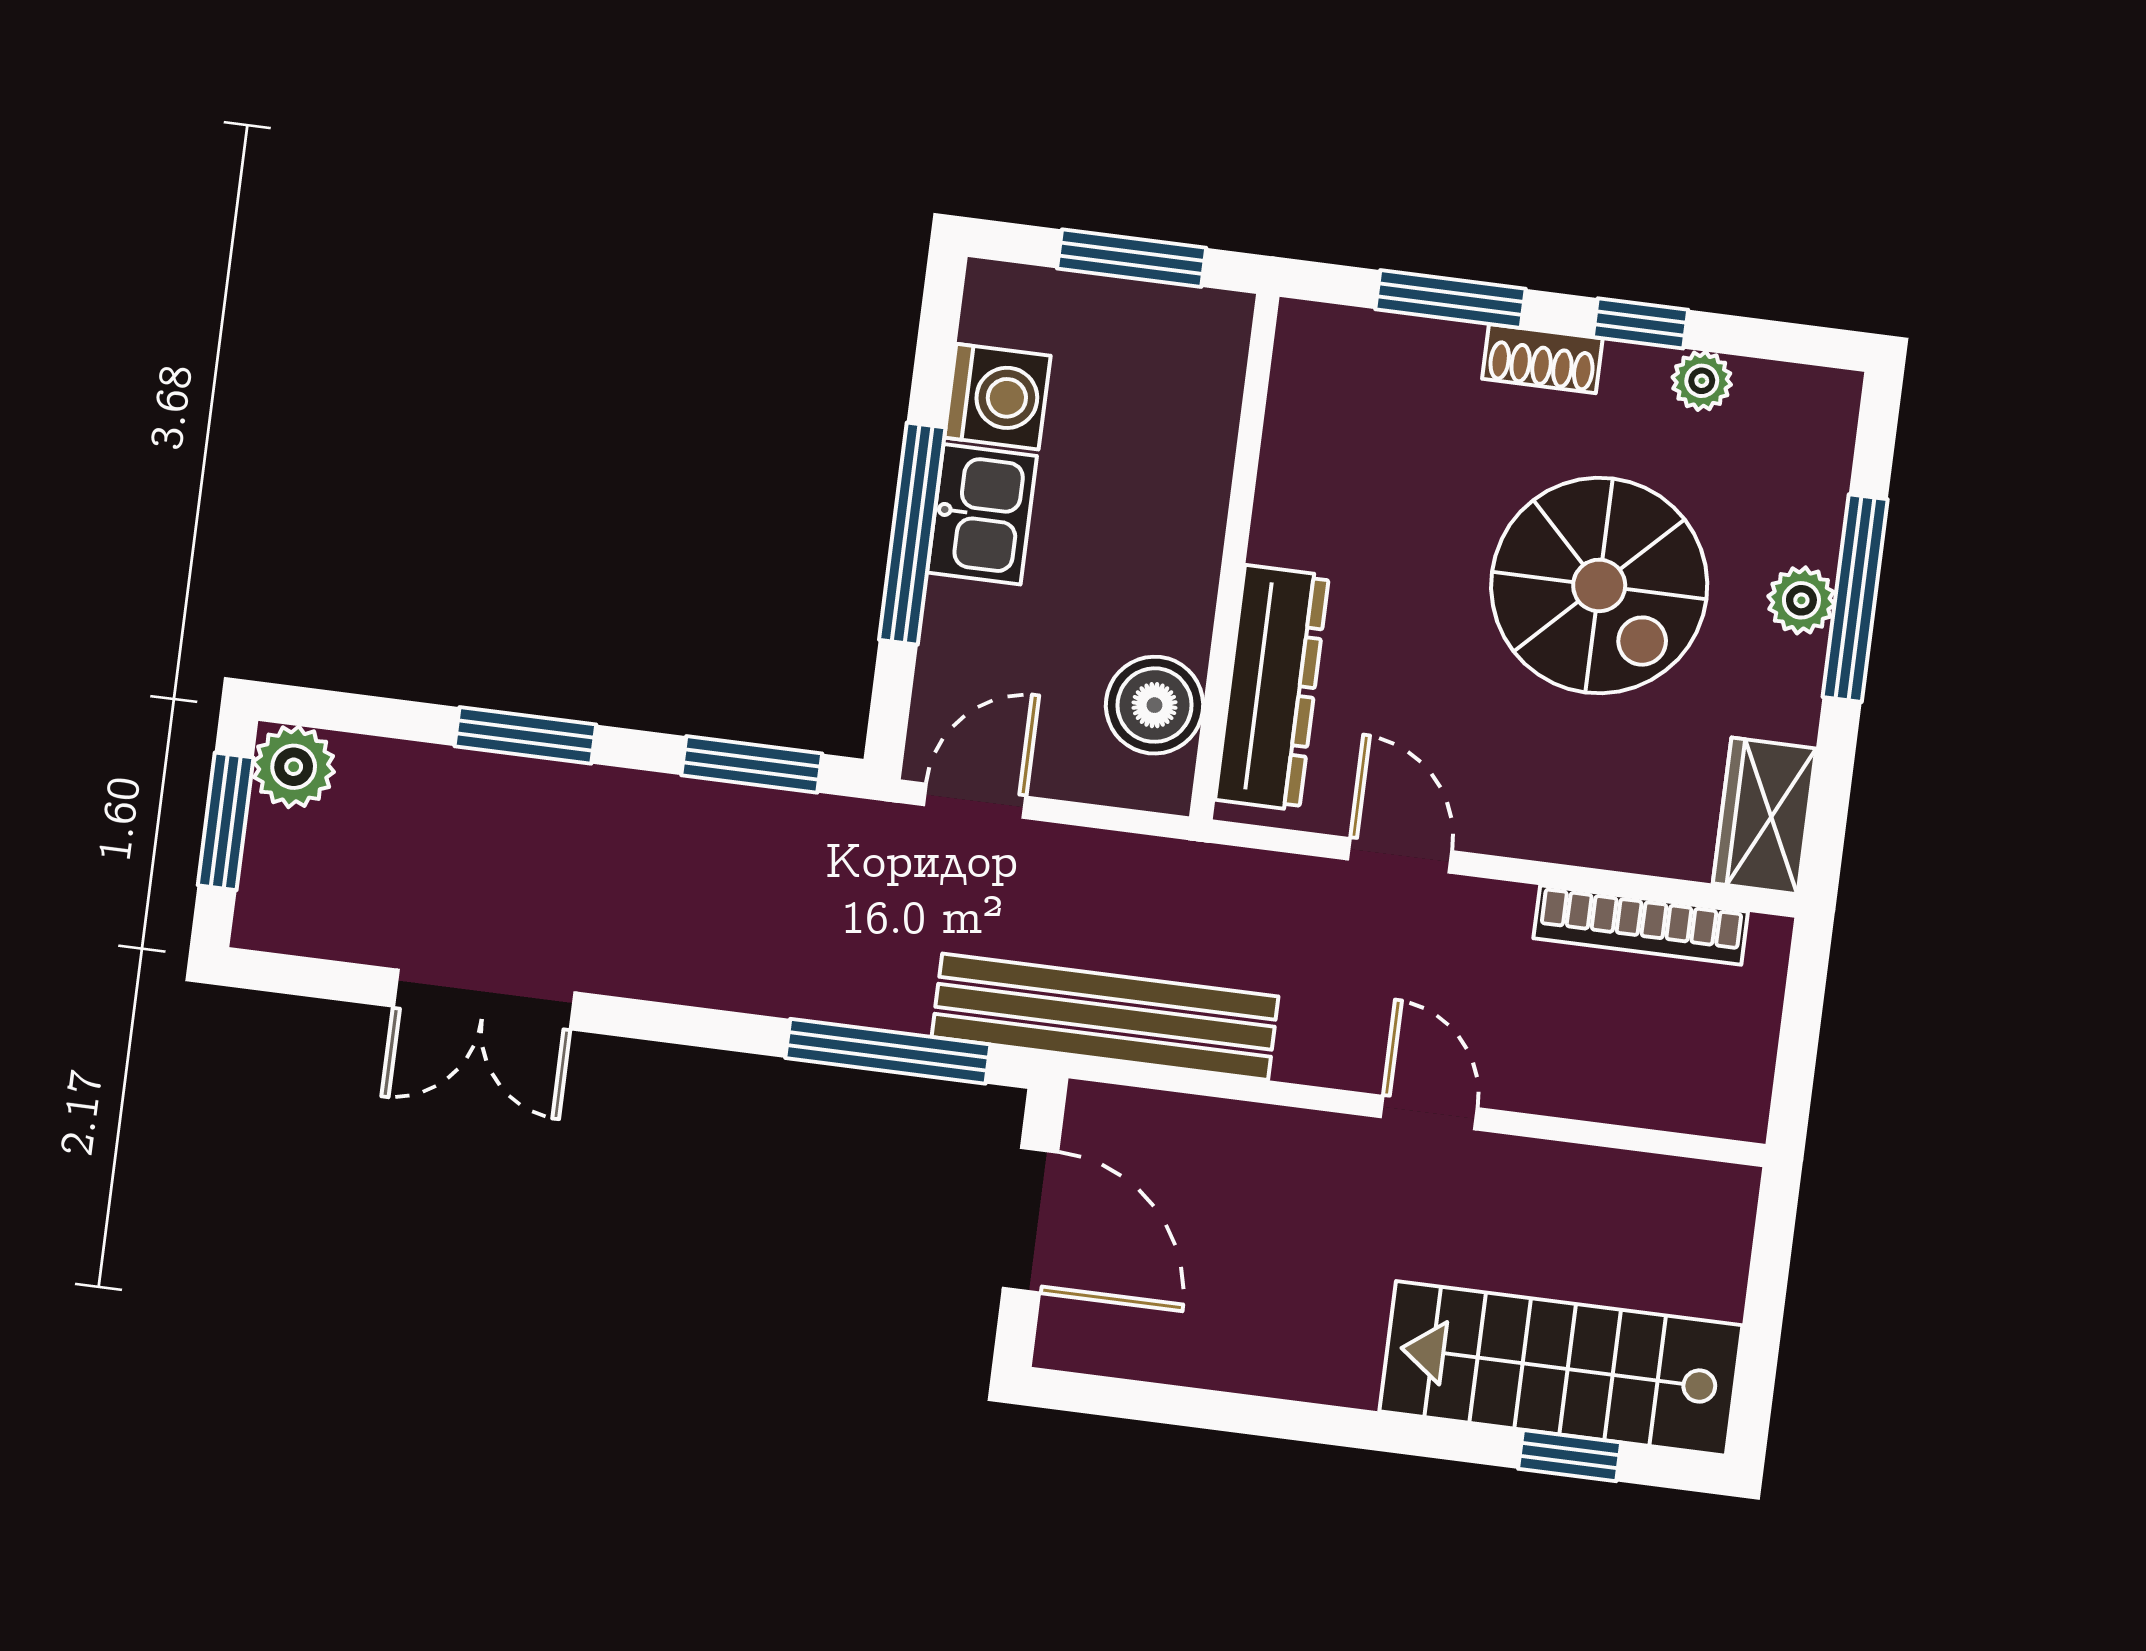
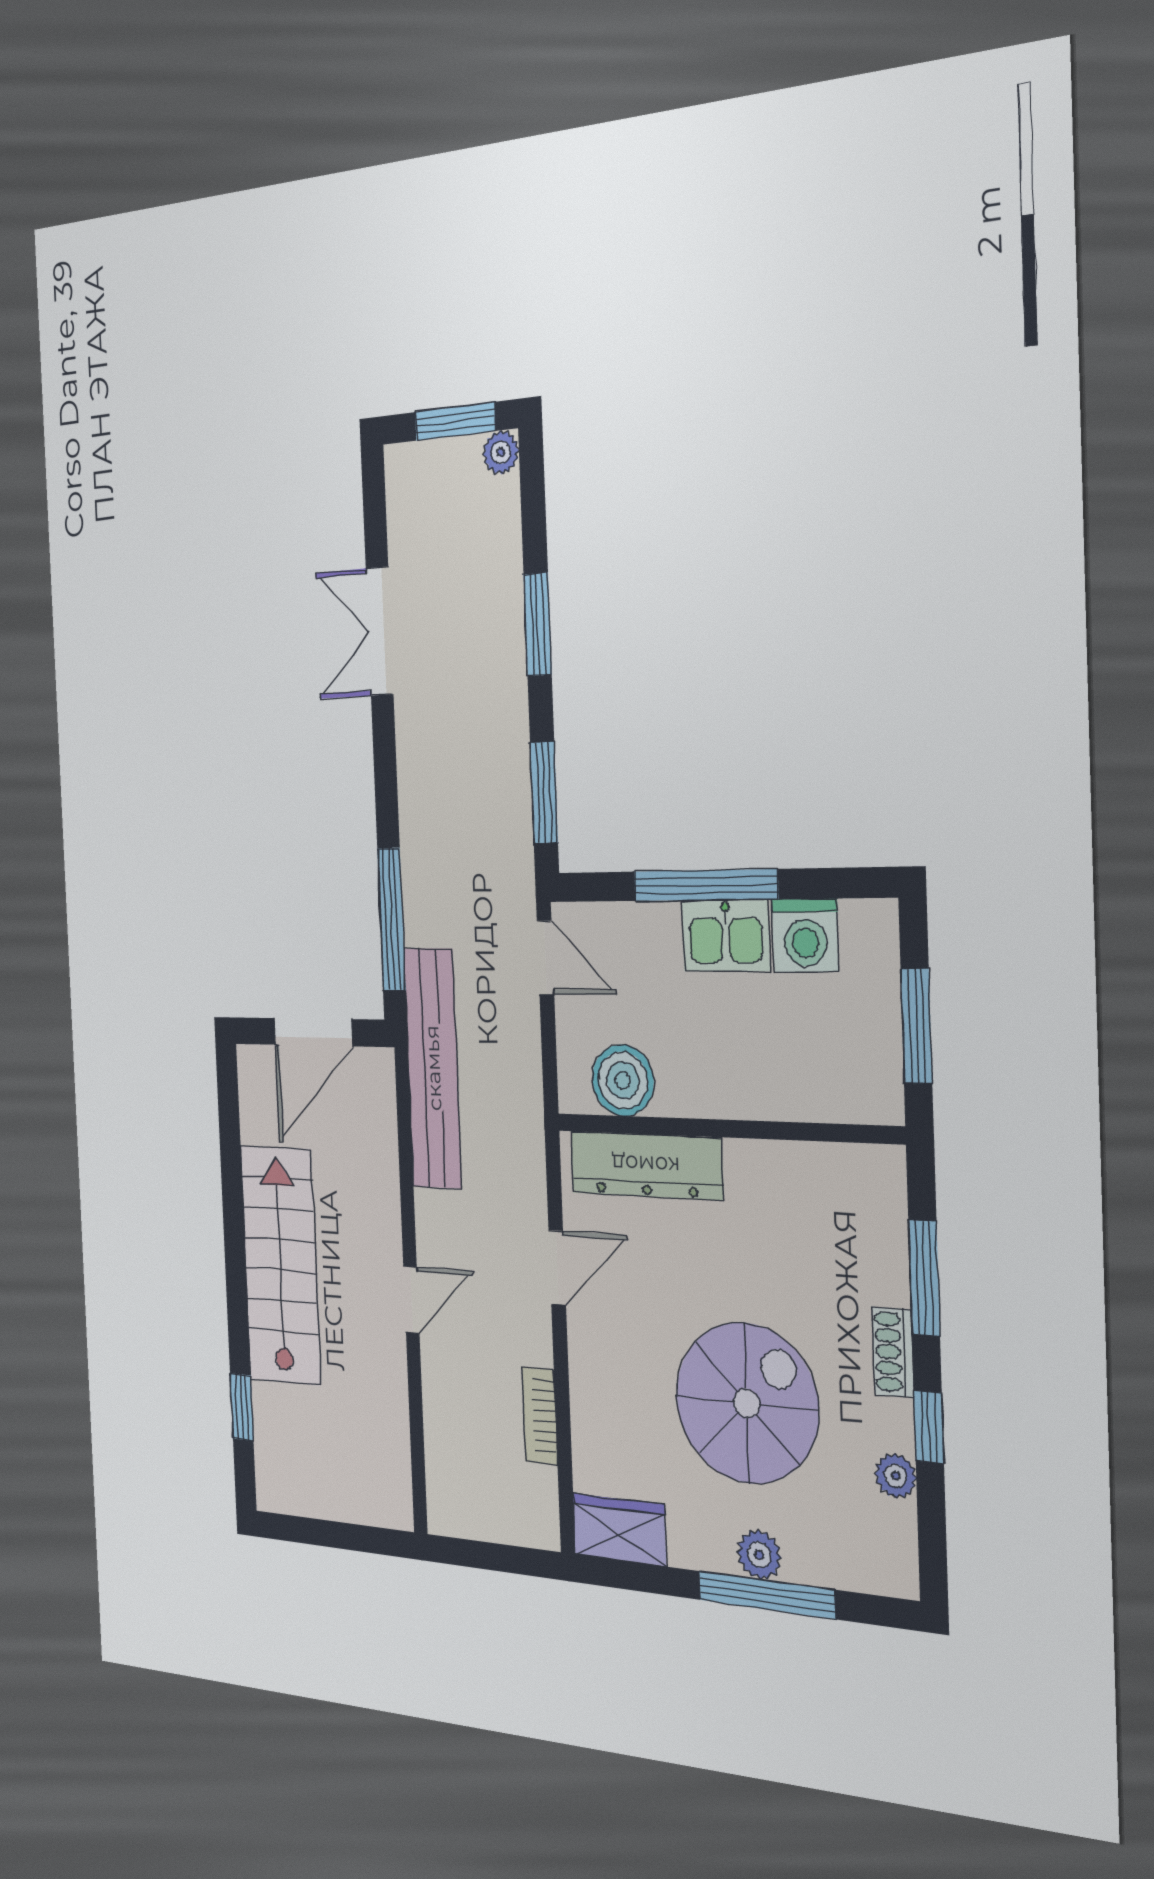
spiral stairs: (1599, 585) -> (747, 1403), turned 180
plant: (294, 767) -> (501, 452), width x0.73, depth x0.73
bookcase: (1641, 925) -> (540, 1416), width x0.64
stairs: (1561, 1368) -> (280, 1265), moved

